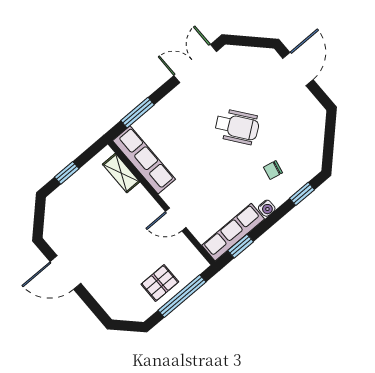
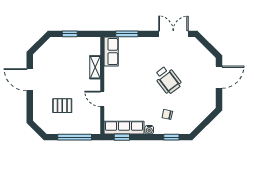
row of seats: (144, 160) -> (111, 52), width x0.68
shelving: (121, 173) -> (95, 67), moved
pallet: (160, 283) -> (62, 106), moved

